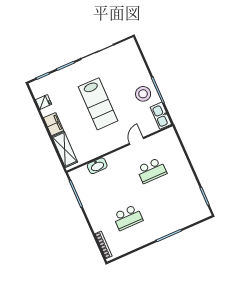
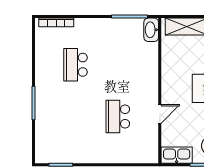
door: (137, 141) -> (160, 114), hinge flipped
washbasin: (97, 166) -> (151, 30), moved

